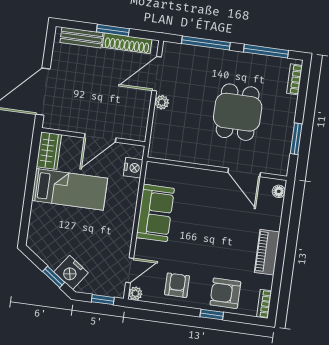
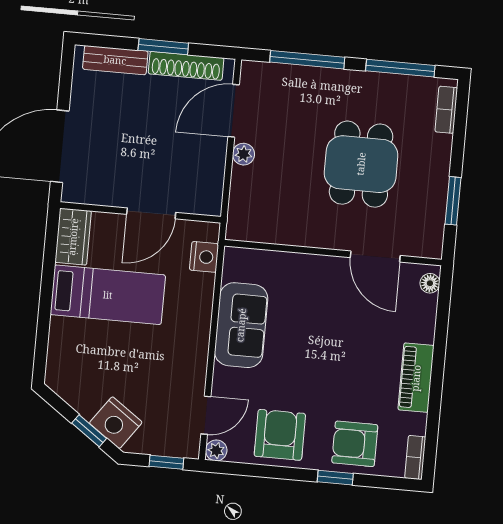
armchair: (177, 285) -> (280, 435), width x1.38, depth x1.38

